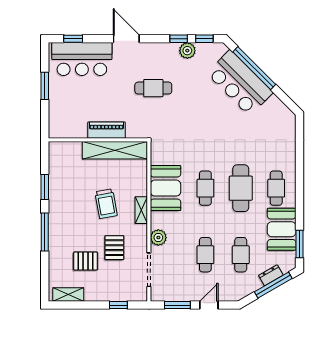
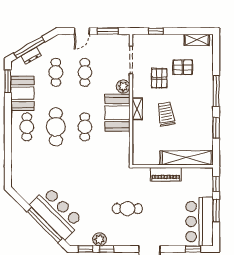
bar counter: (82, 59) -> (200, 222), moved, turned -90
window: (45, 118) -> (216, 184), added
shelving: (115, 150) -> (187, 158), moved
booth: (165, 188) -> (117, 113), moved

